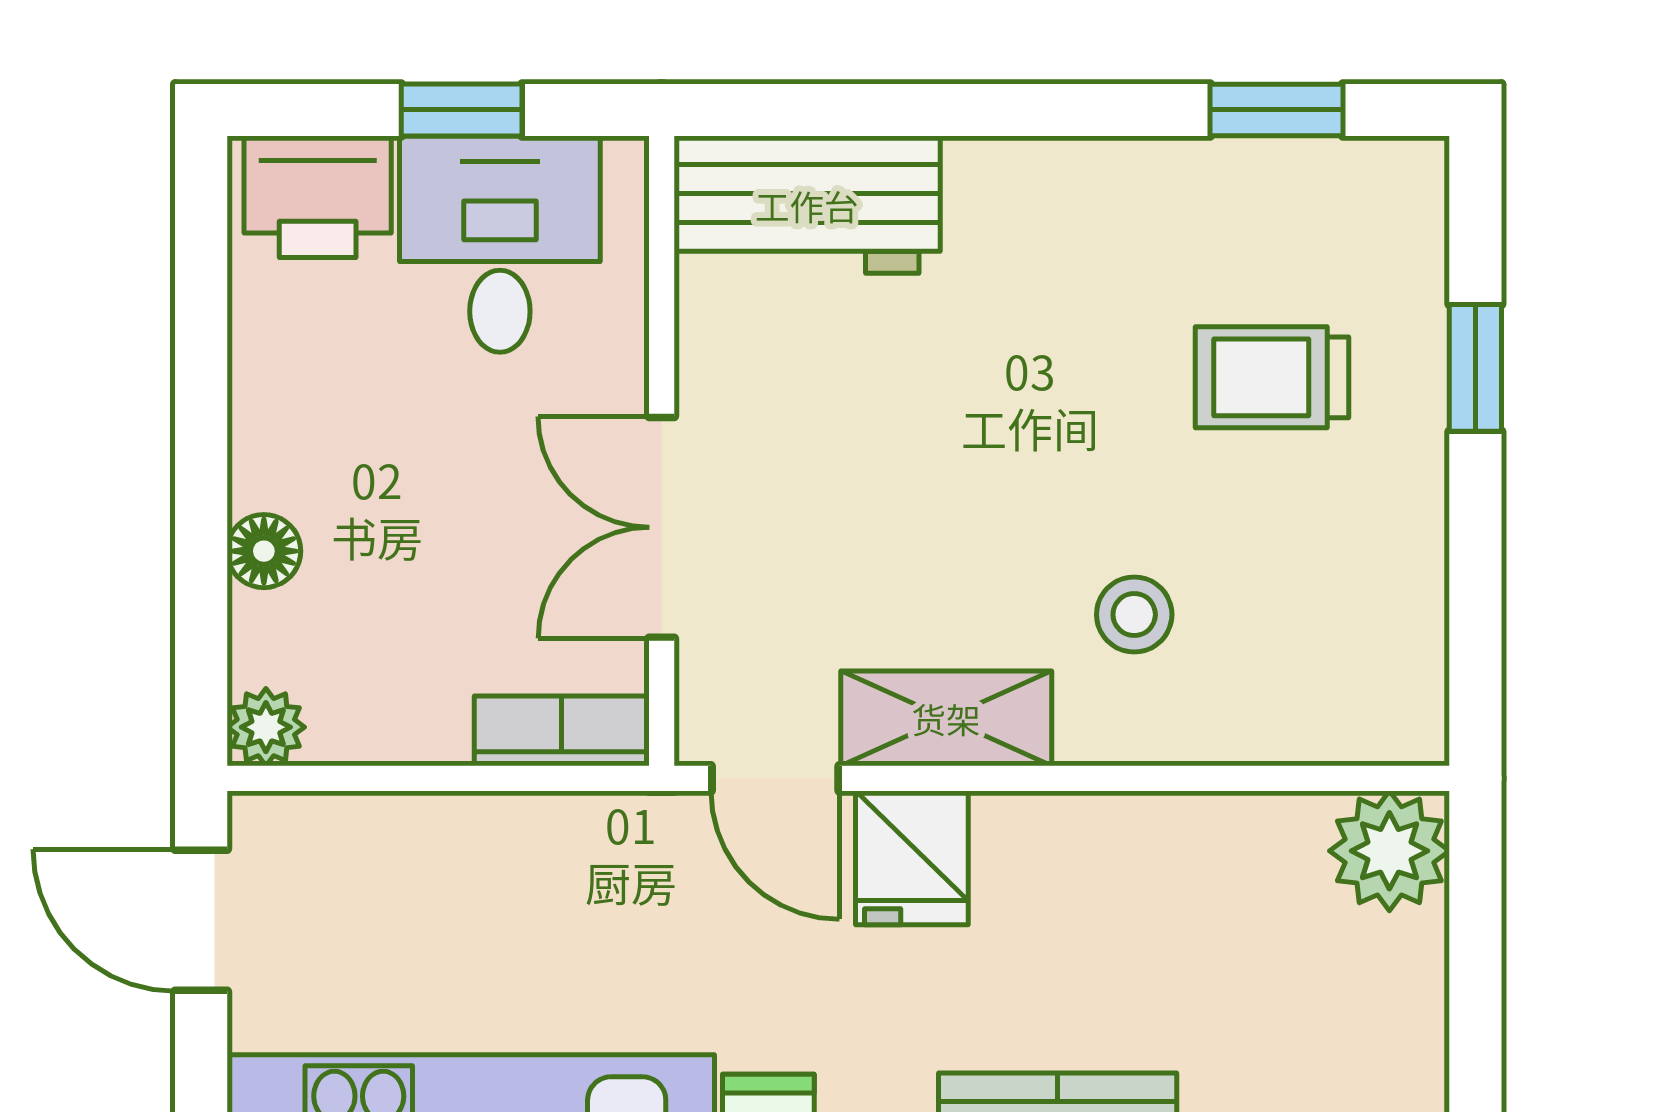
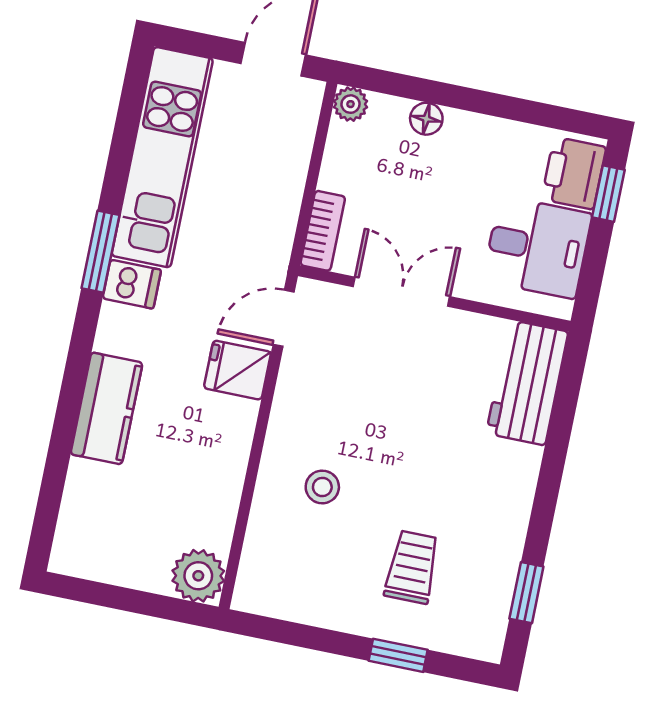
window: (462, 110) -> (608, 194), moved
shelving: (946, 718) -> (294, 397), removed

